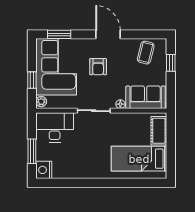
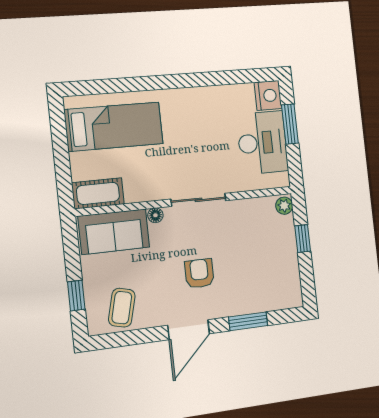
window: (59, 34) -> (248, 321), moved
door: (108, 34) -> (189, 330), hinge flipped
corner sofa: (56, 67) -> (267, 265), removed
desk: (55, 127) -> (262, 143), moved, turned -90
cot: (159, 131) -> (98, 193), moved, turned 90

